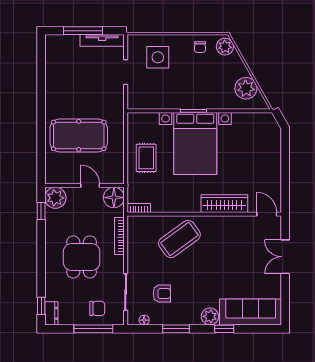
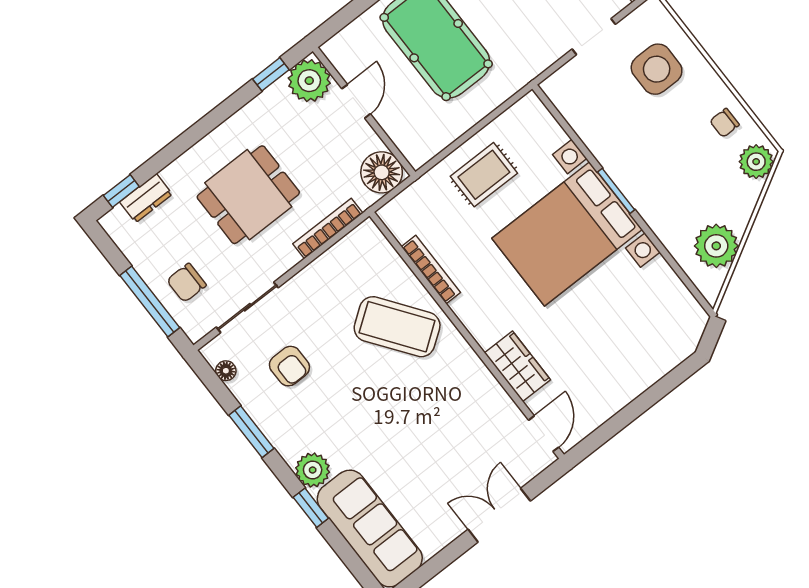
door: (90, 186) -> (356, 101), moved
wardrobe: (224, 204) -> (517, 366), width x0.67
bookcase: (139, 208) -> (431, 270), moved, width x1.56
chair: (97, 308) -> (186, 283), turned 90
dresser: (51, 313) -> (146, 198), moved

